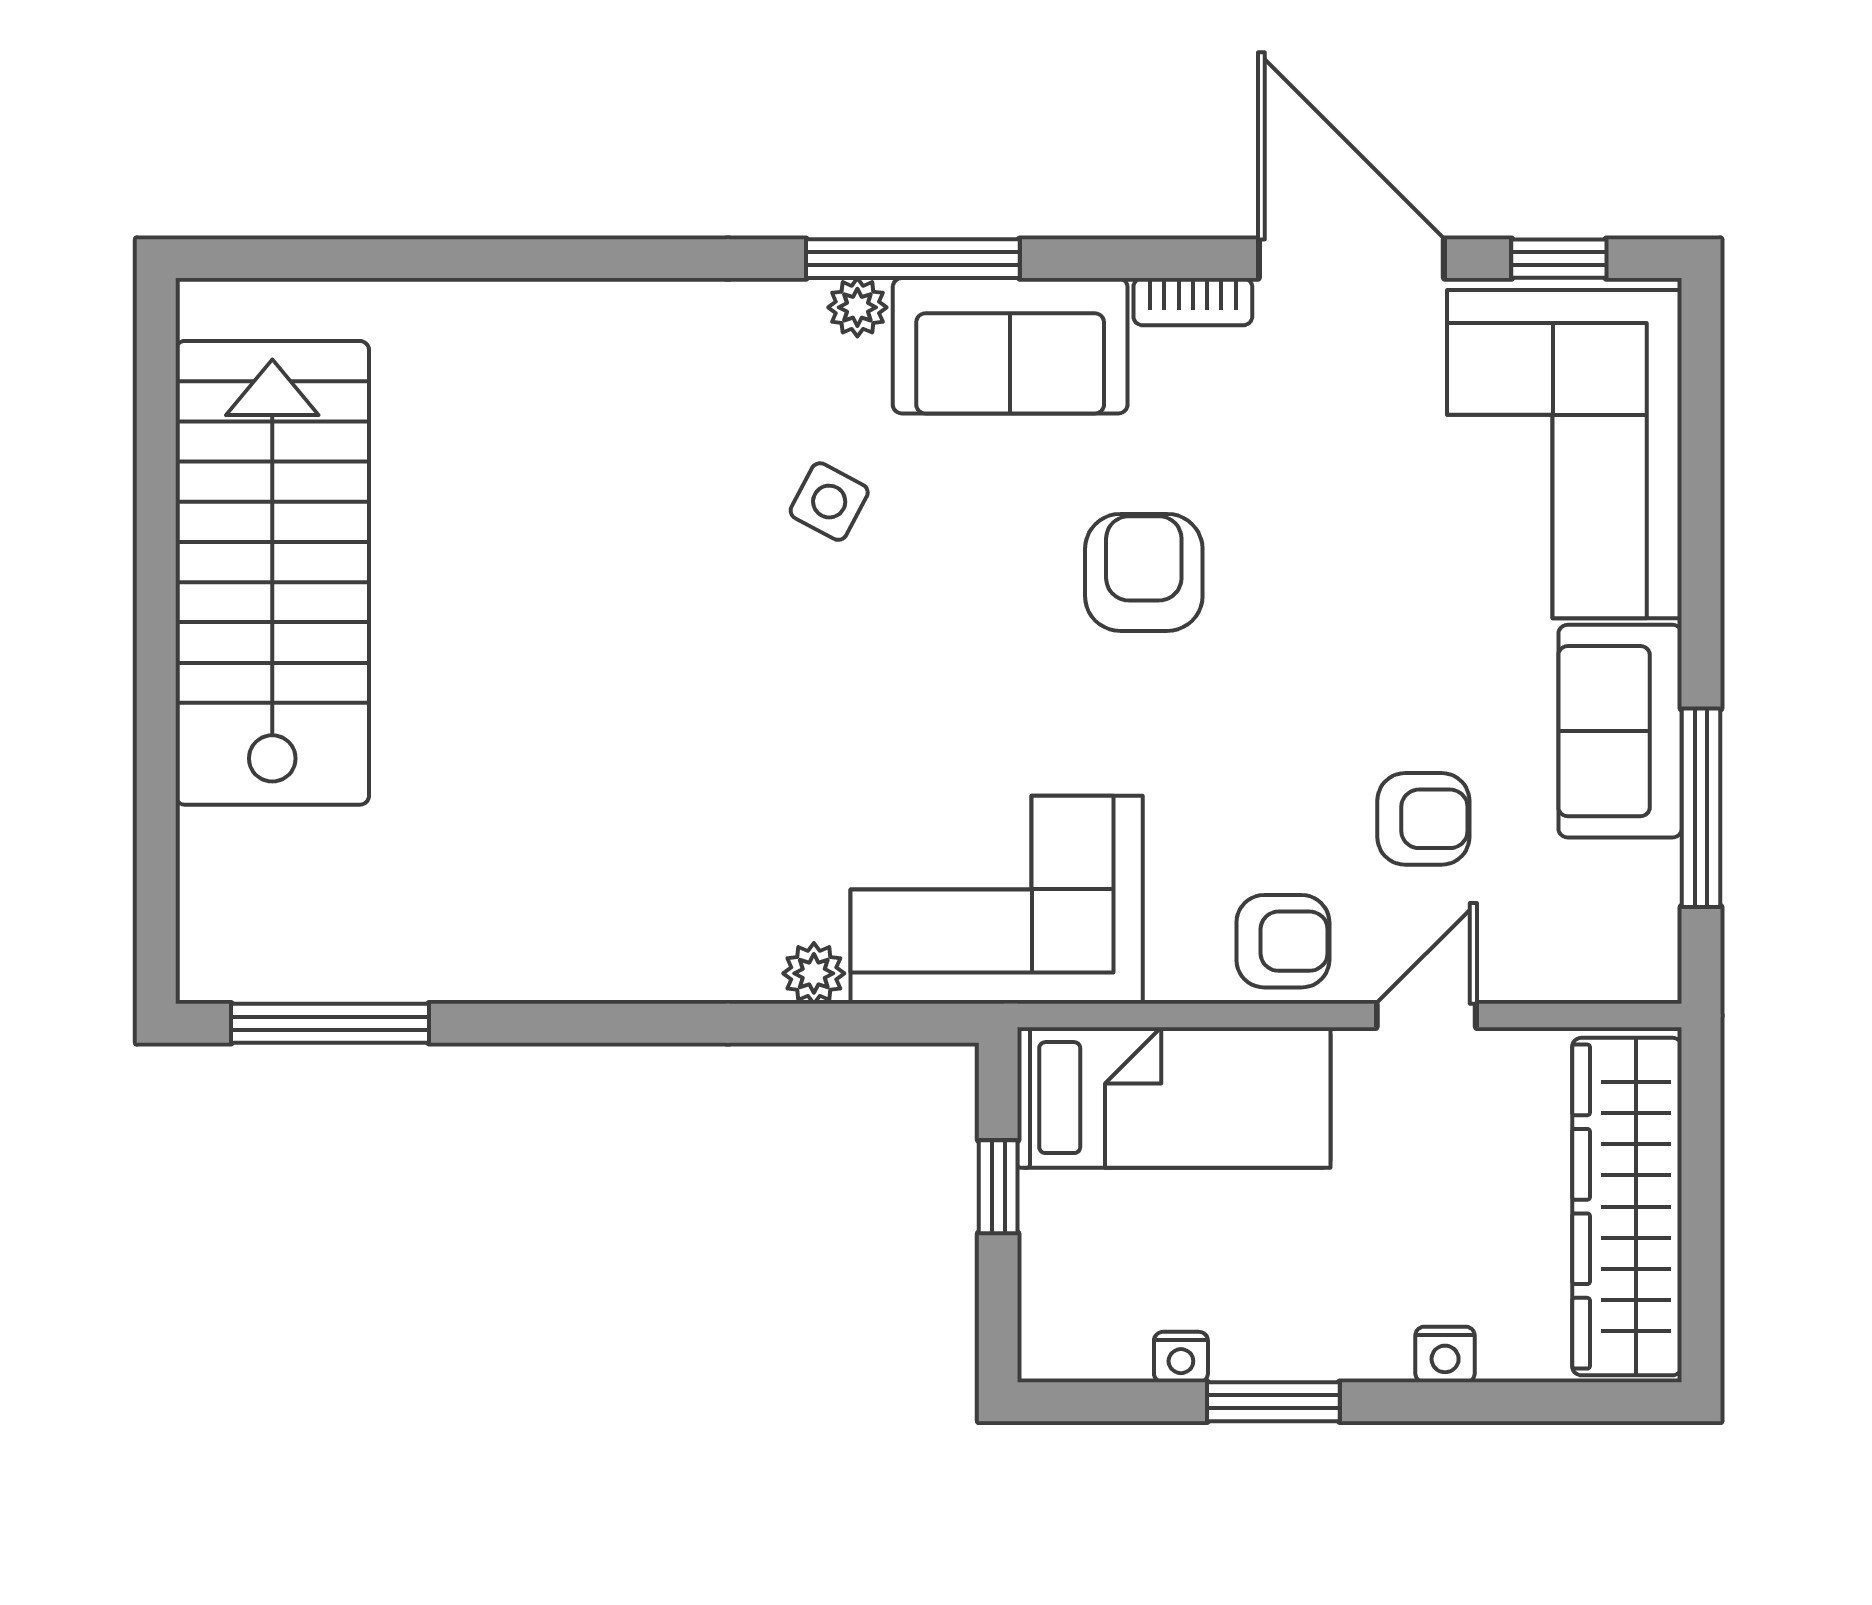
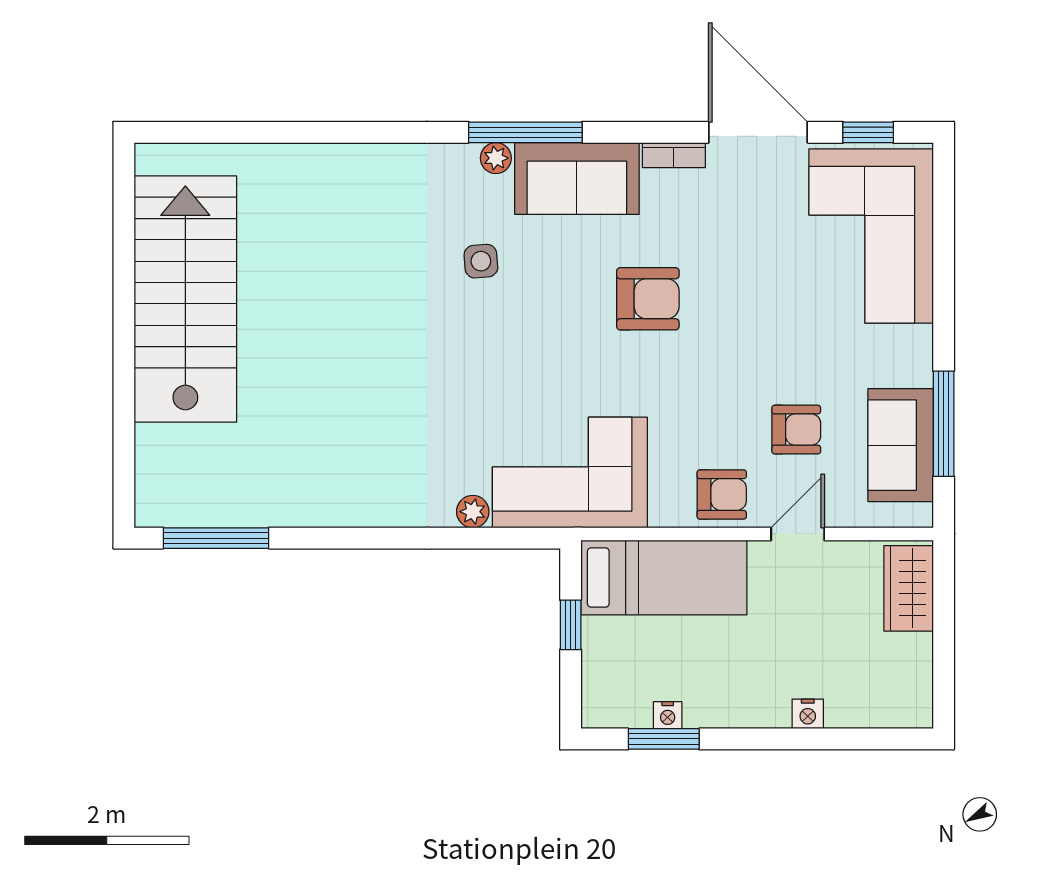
side table: (829, 502) -> (481, 261), turned -33
armchair: (1144, 572) -> (648, 299), turned 90
sofa: (1620, 731) -> (901, 445), moved
wardrobe: (1627, 1207) -> (909, 588), width x0.48, depth x0.85
window: (1273, 1402) -> (664, 739), moved

